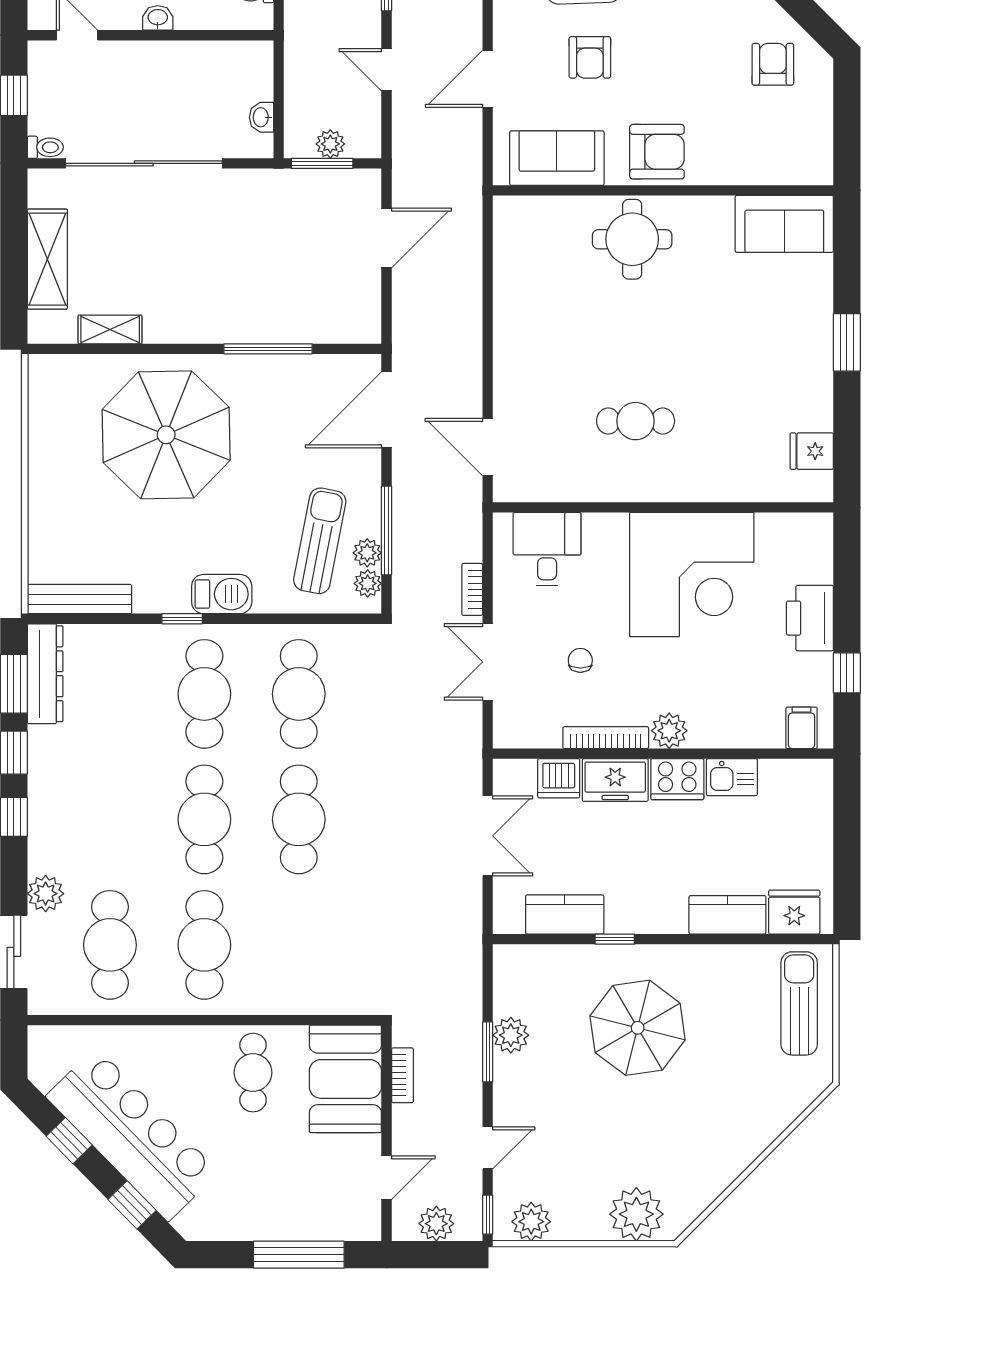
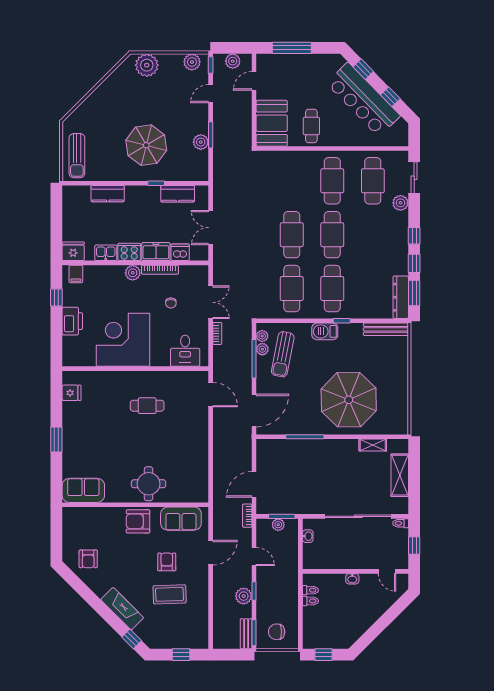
fridge: (794, 912) -> (73, 251), moved, turned 180
bookcase: (403, 1075) -> (247, 516), moved

